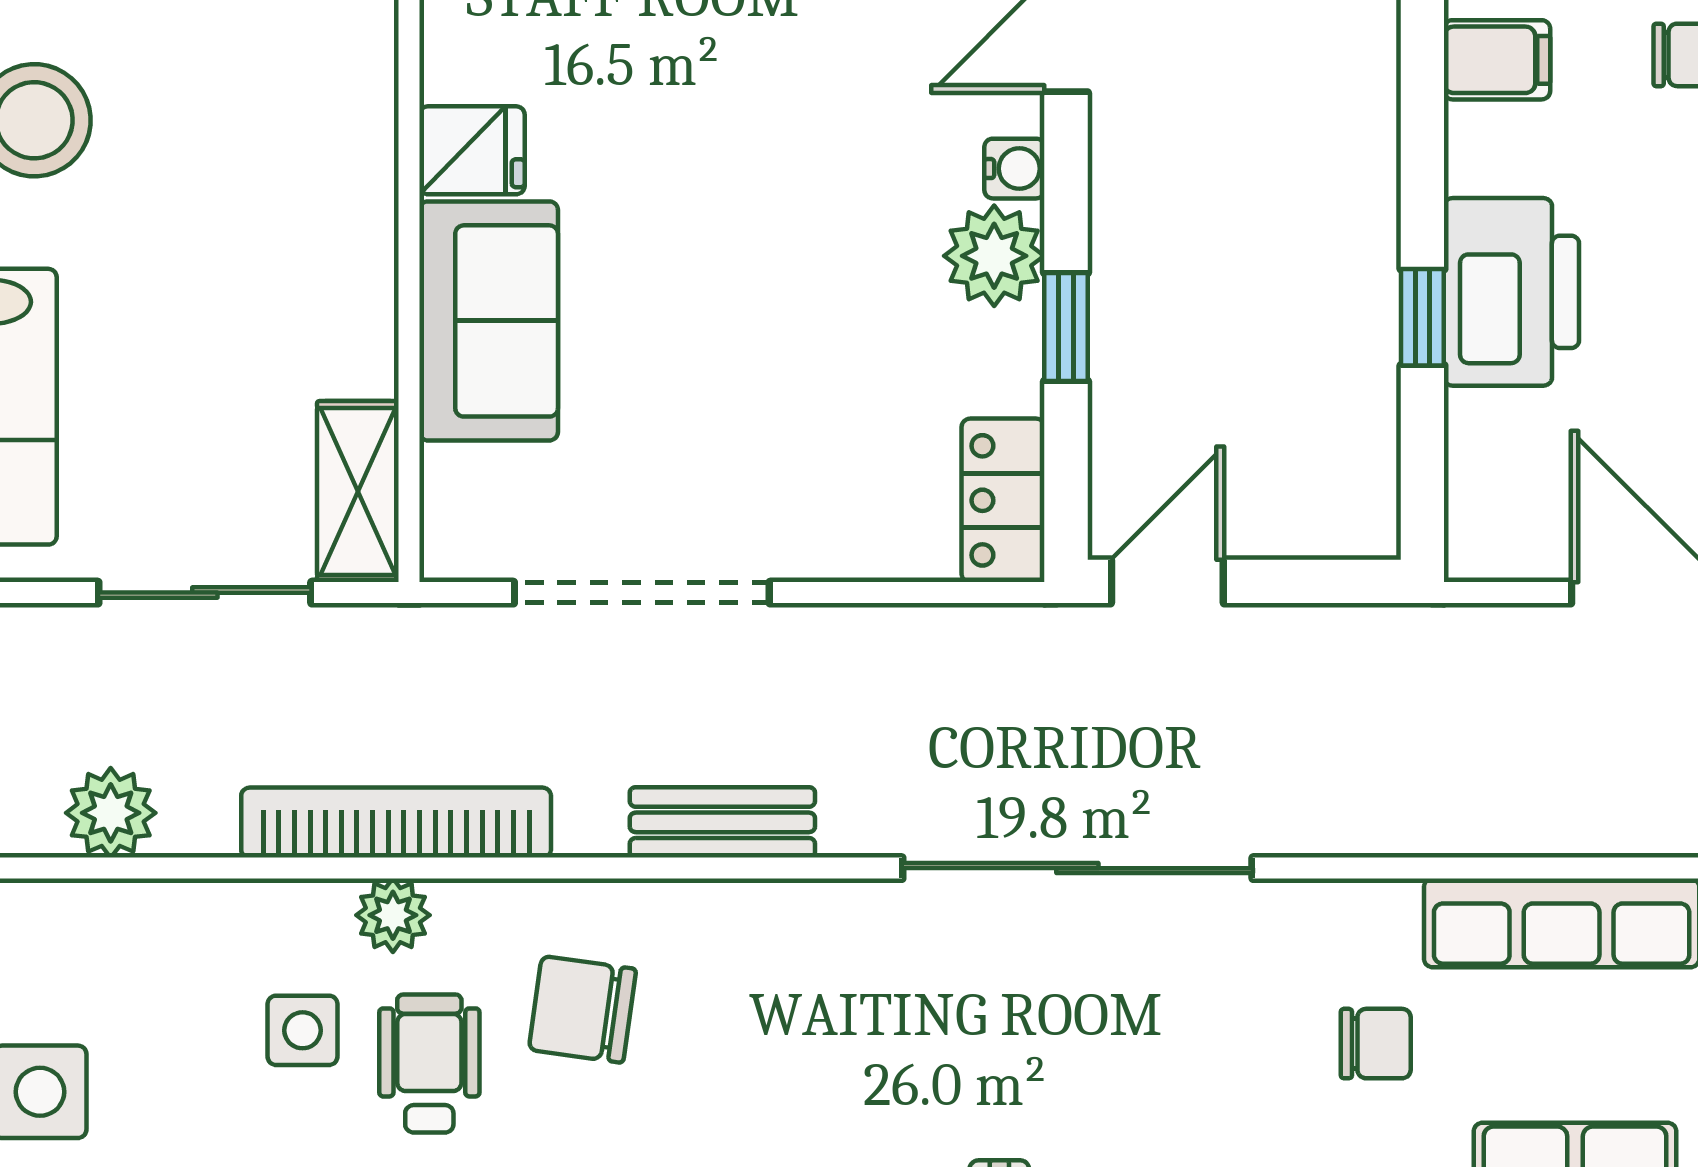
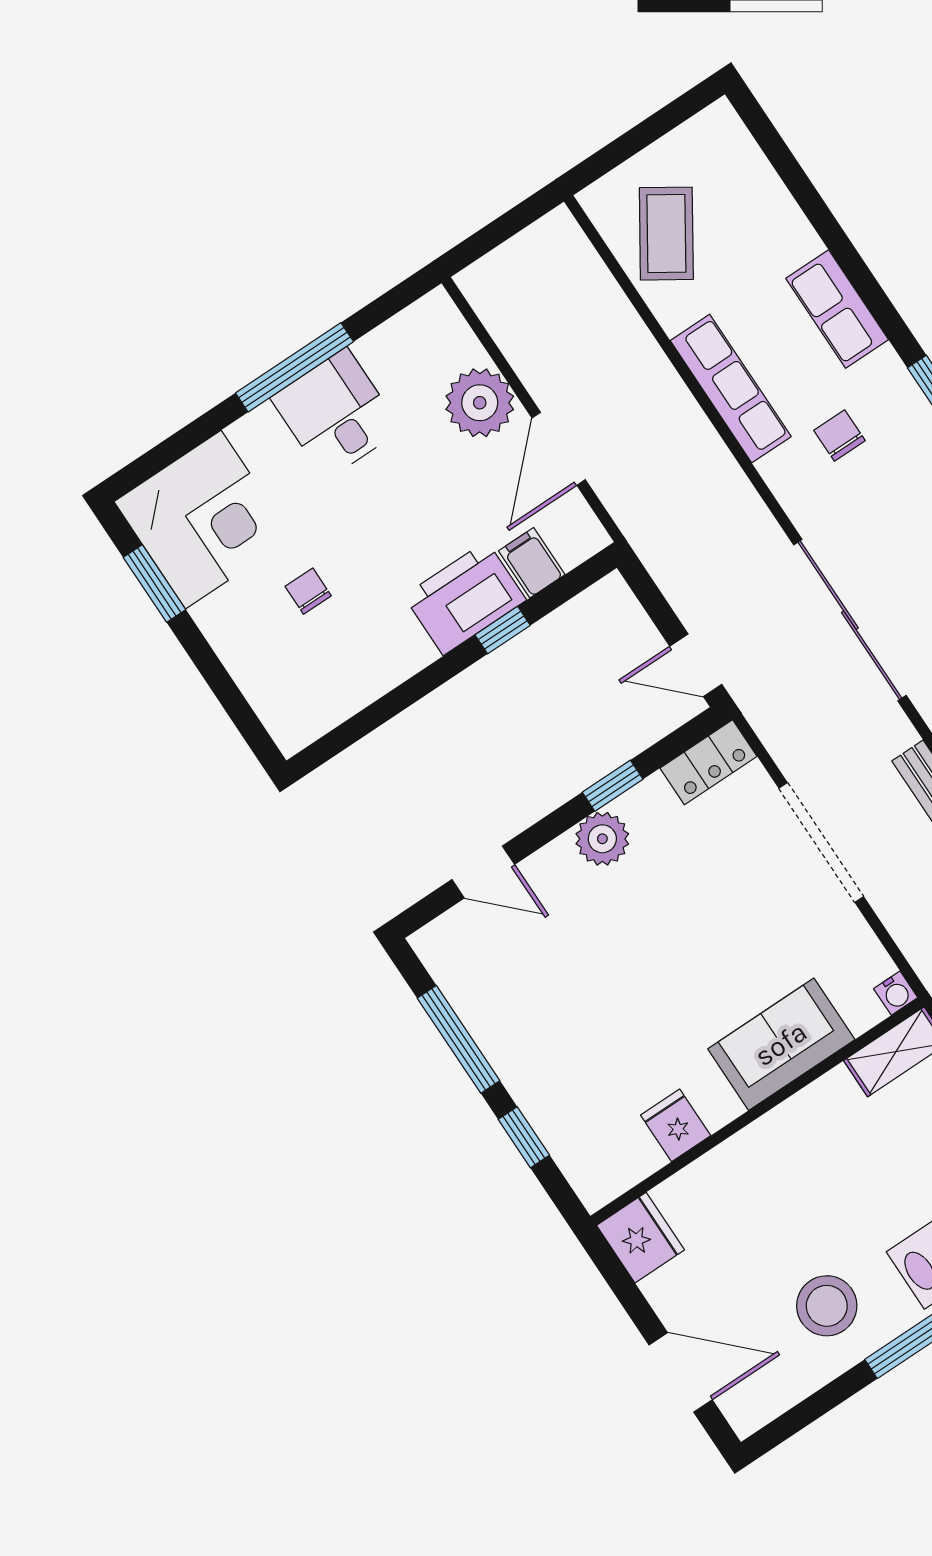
filing cabinet: (1497, 60) -> (532, 563), moved
fridge: (472, 150) -> (676, 1125), moved
water cooler: (1014, 169) -> (896, 993), moved, turned 180
doorway: (642, 593) -> (821, 842), moved

